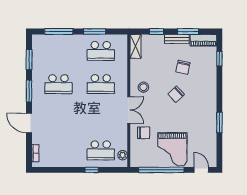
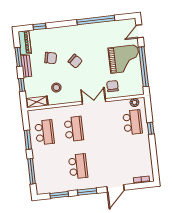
stool: (143, 87) -> (56, 88), moved
window: (219, 123) -> (96, 20), width x2.11

